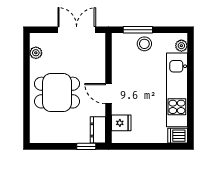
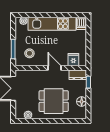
stool: (144, 44) -> (29, 53), moved
dining table: (57, 93) -> (54, 101), turned 90
door: (108, 94) -> (54, 68), swing flipped
floor lamp: (56, 136) -> (82, 102), added

